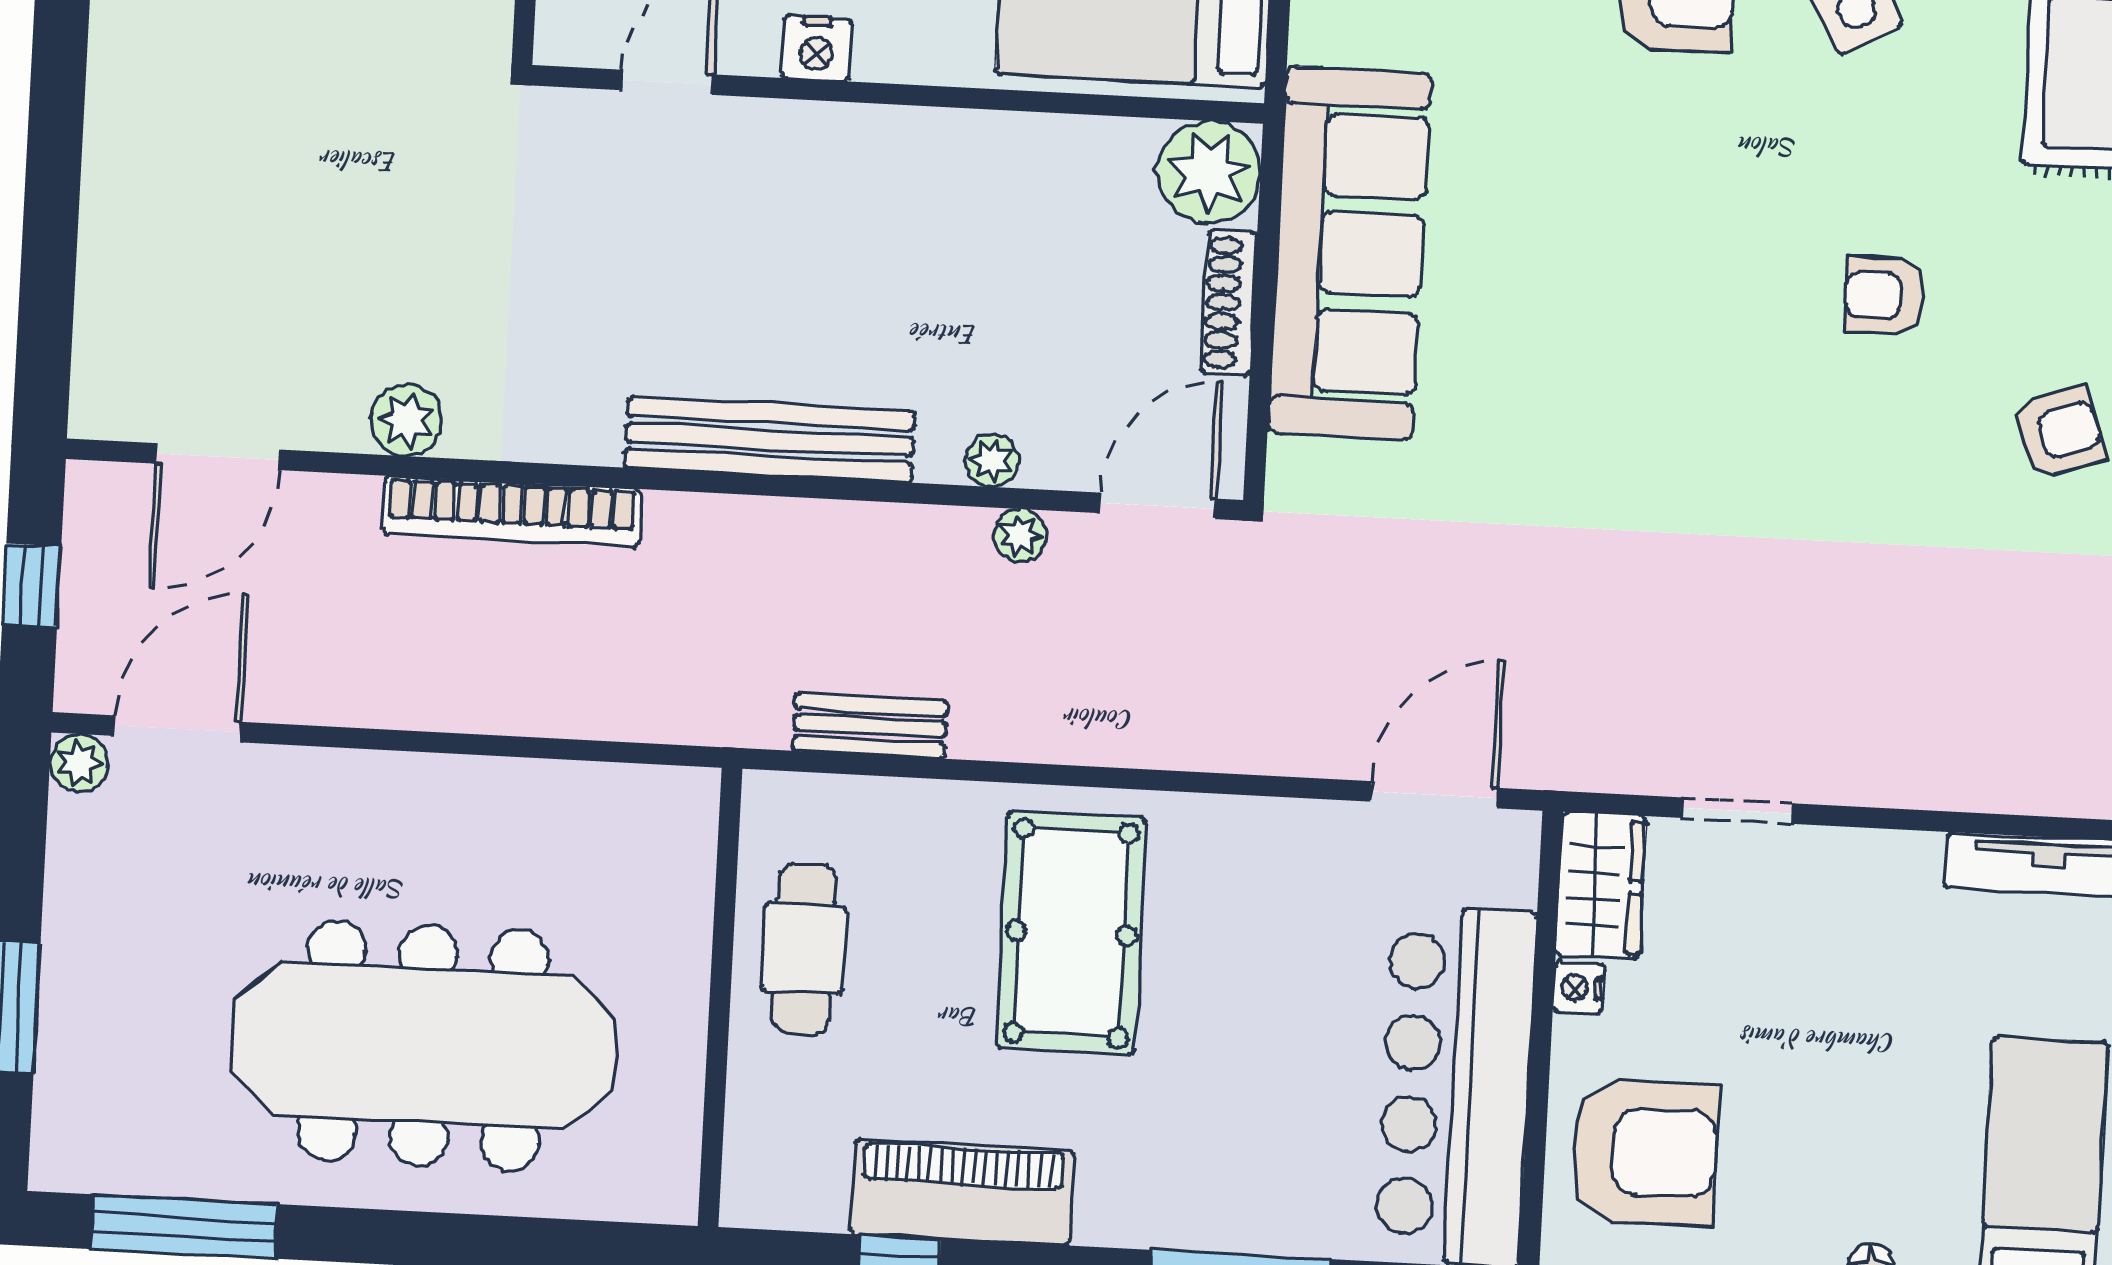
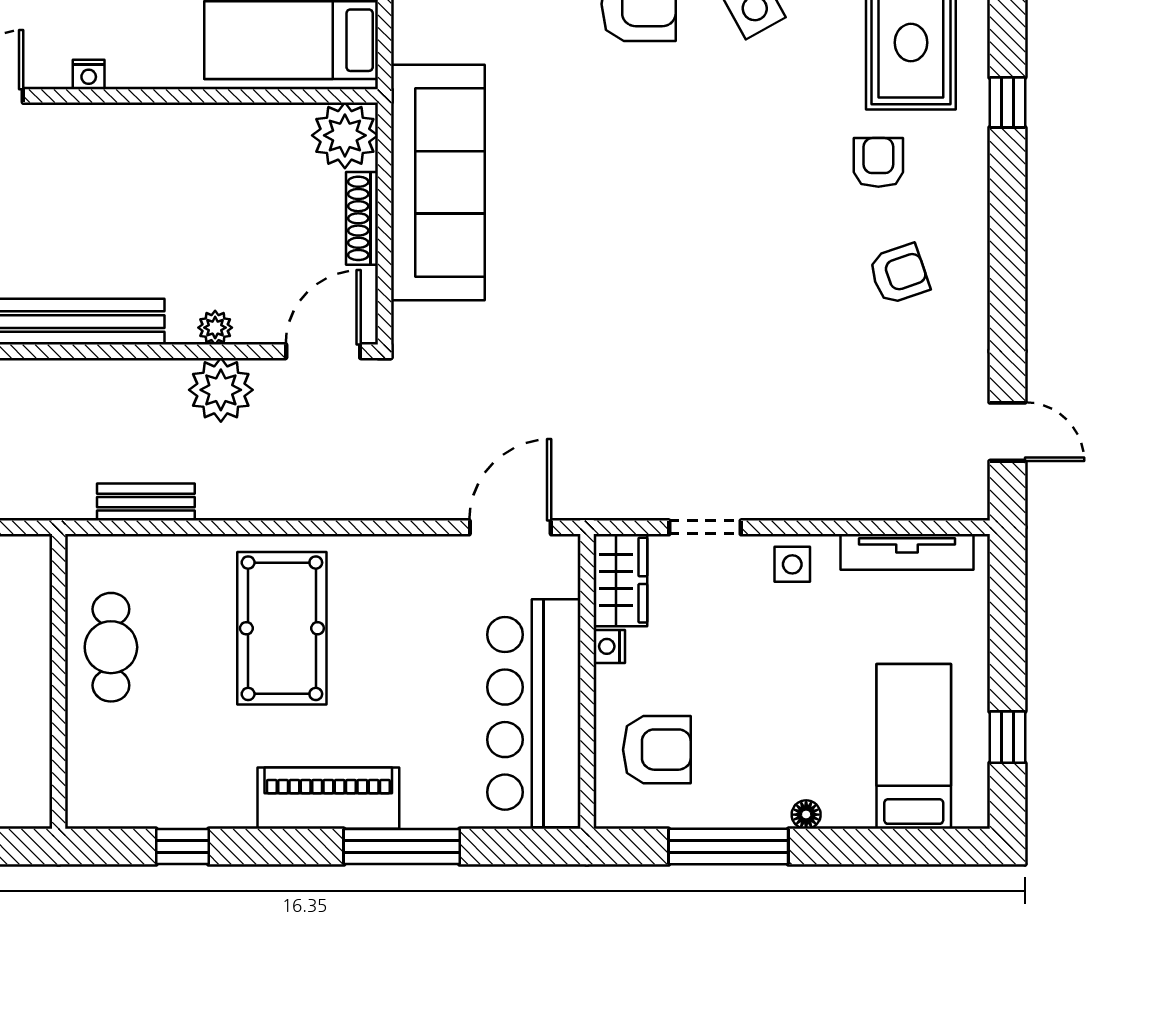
nightstand: (816, 49) -> (89, 74), width x0.72, depth x0.74
armchair: (1884, 296) -> (878, 162), moved, turned 90
plant: (1020, 536) -> (221, 390), width x1.88, depth x1.88
side table: (1869, 875) -> (792, 564), added
armchair: (1644, 1152) -> (657, 750), width x0.73, depth x0.73
piano: (962, 1192) -> (328, 798), moved

